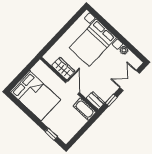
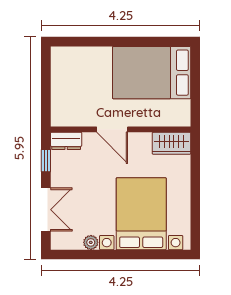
wardrobe: (63, 69) -> (171, 143), moved
cot: (85, 109) -> (70, 116), removed
window: (51, 134) -> (83, 42), removed

